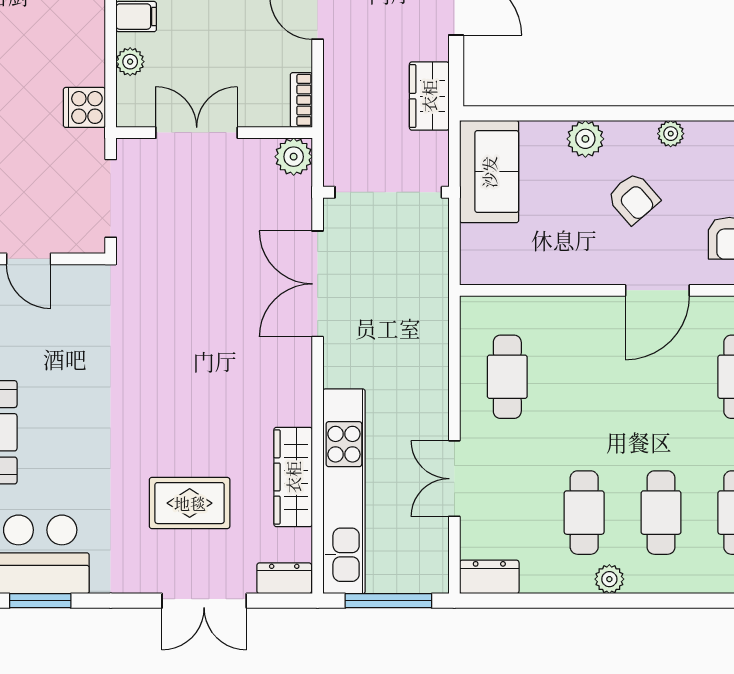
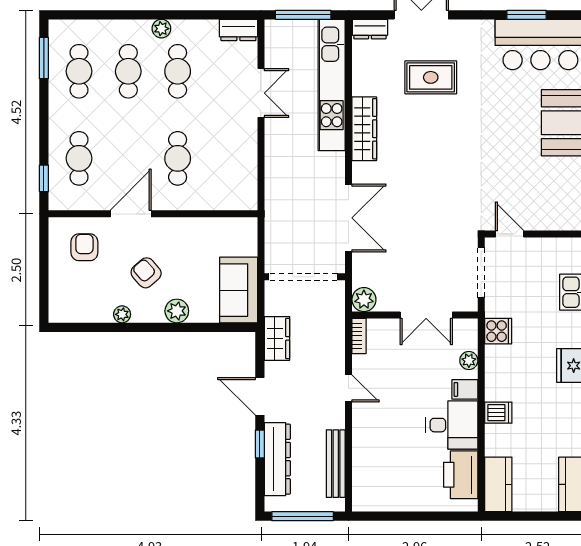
door: (29, 259) -> (510, 234), moved
cafe table: (507, 377) -> (178, 158), moved
wardrobe: (293, 477) -> (364, 129), moved

